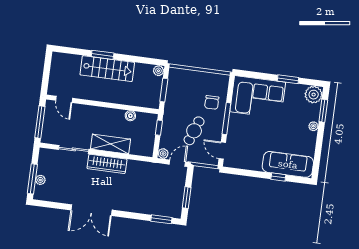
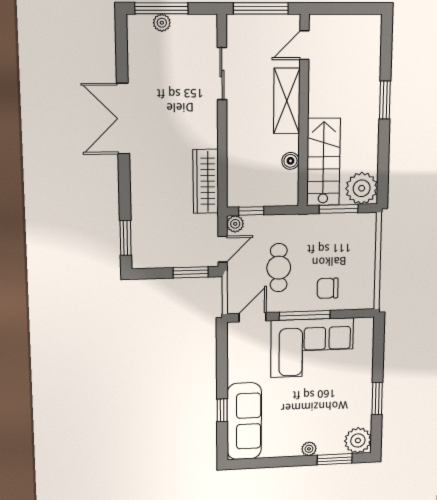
stairs: (107, 69) -> (323, 162), moved, turned 180
plant: (158, 71) -> (362, 188), width x1.87, depth x1.87
corner sofa: (258, 97) -> (312, 348), moved, turned -90
window: (159, 128) -> (251, 211), moved
cafe table: (194, 131) -> (279, 268), turned 70
shelving: (110, 144) -> (287, 101), moved
door: (177, 163) -> (223, 249), hinge flipped
wardrobe: (107, 164) -> (206, 181), moved
window: (187, 198) -> (191, 272), moved

